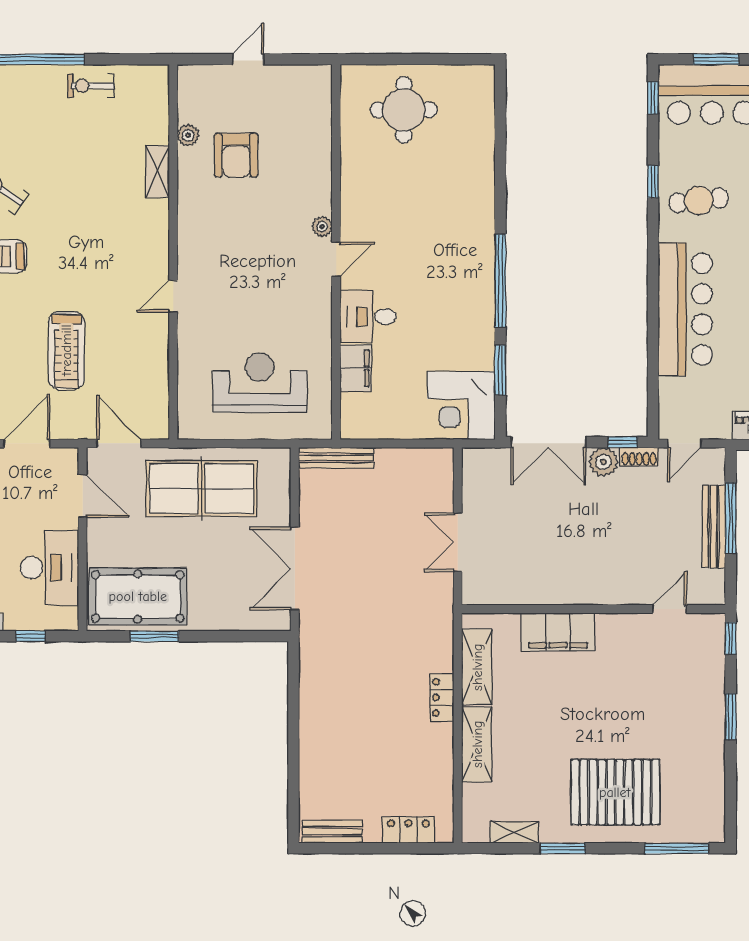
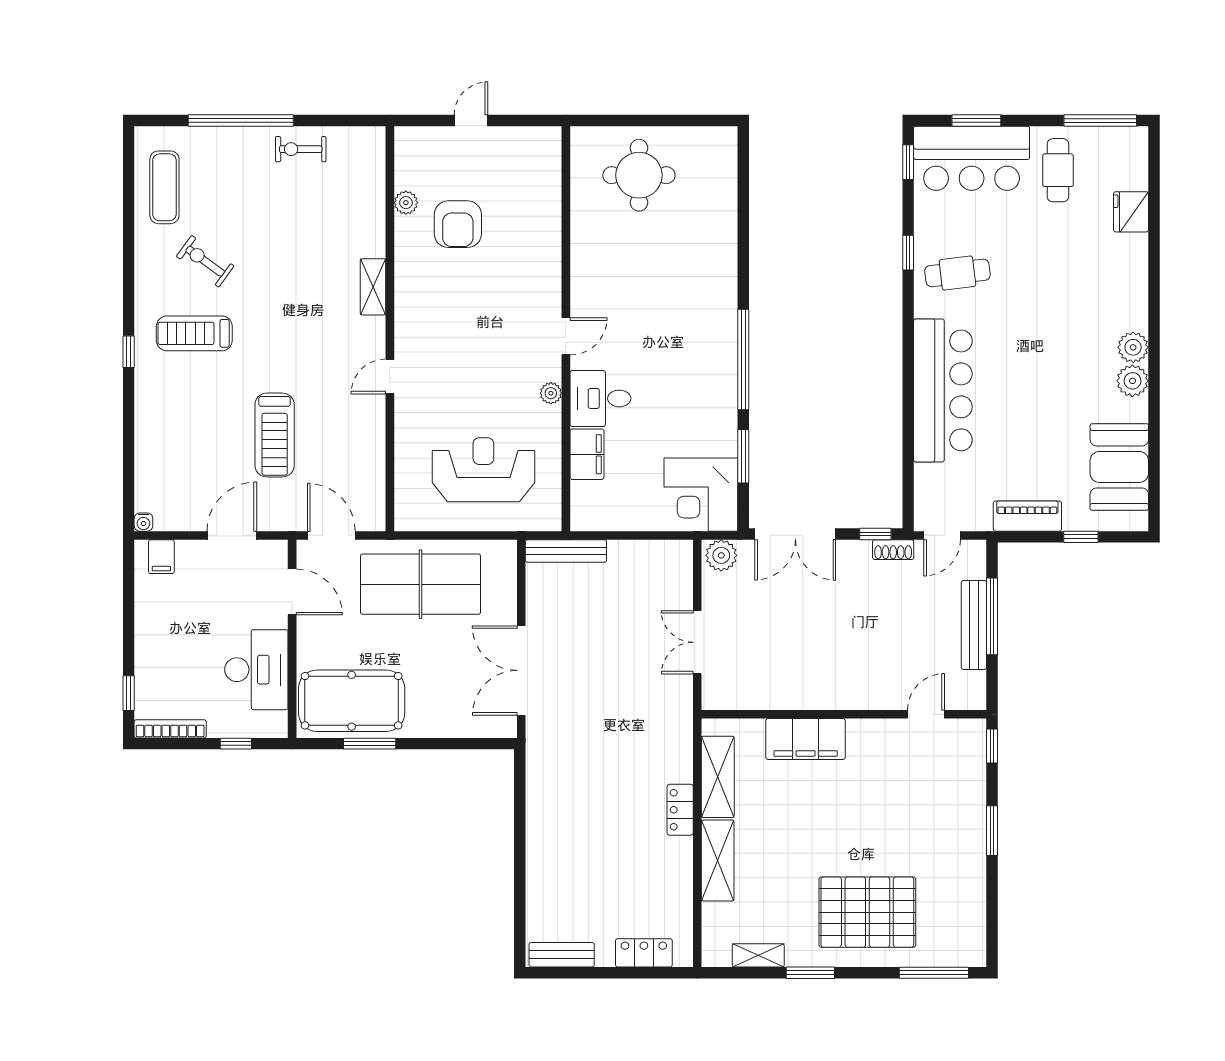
shelving: (158, 172) -> (373, 287), moved
plant: (322, 227) -> (551, 393), moved
plant: (604, 462) -> (721, 555), moved

